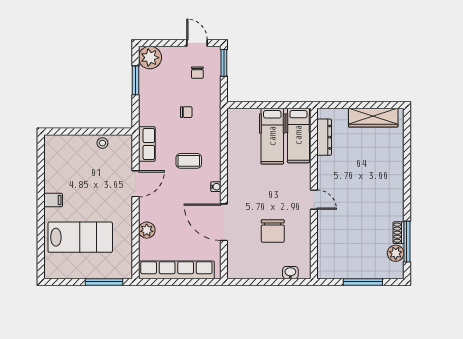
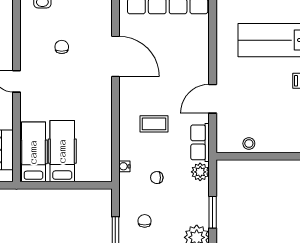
water cooler: (216, 187) -> (124, 166), moved
plant: (147, 230) -> (200, 172), moved
chair: (273, 231) -> (62, 47), width x0.54, depth x0.54

